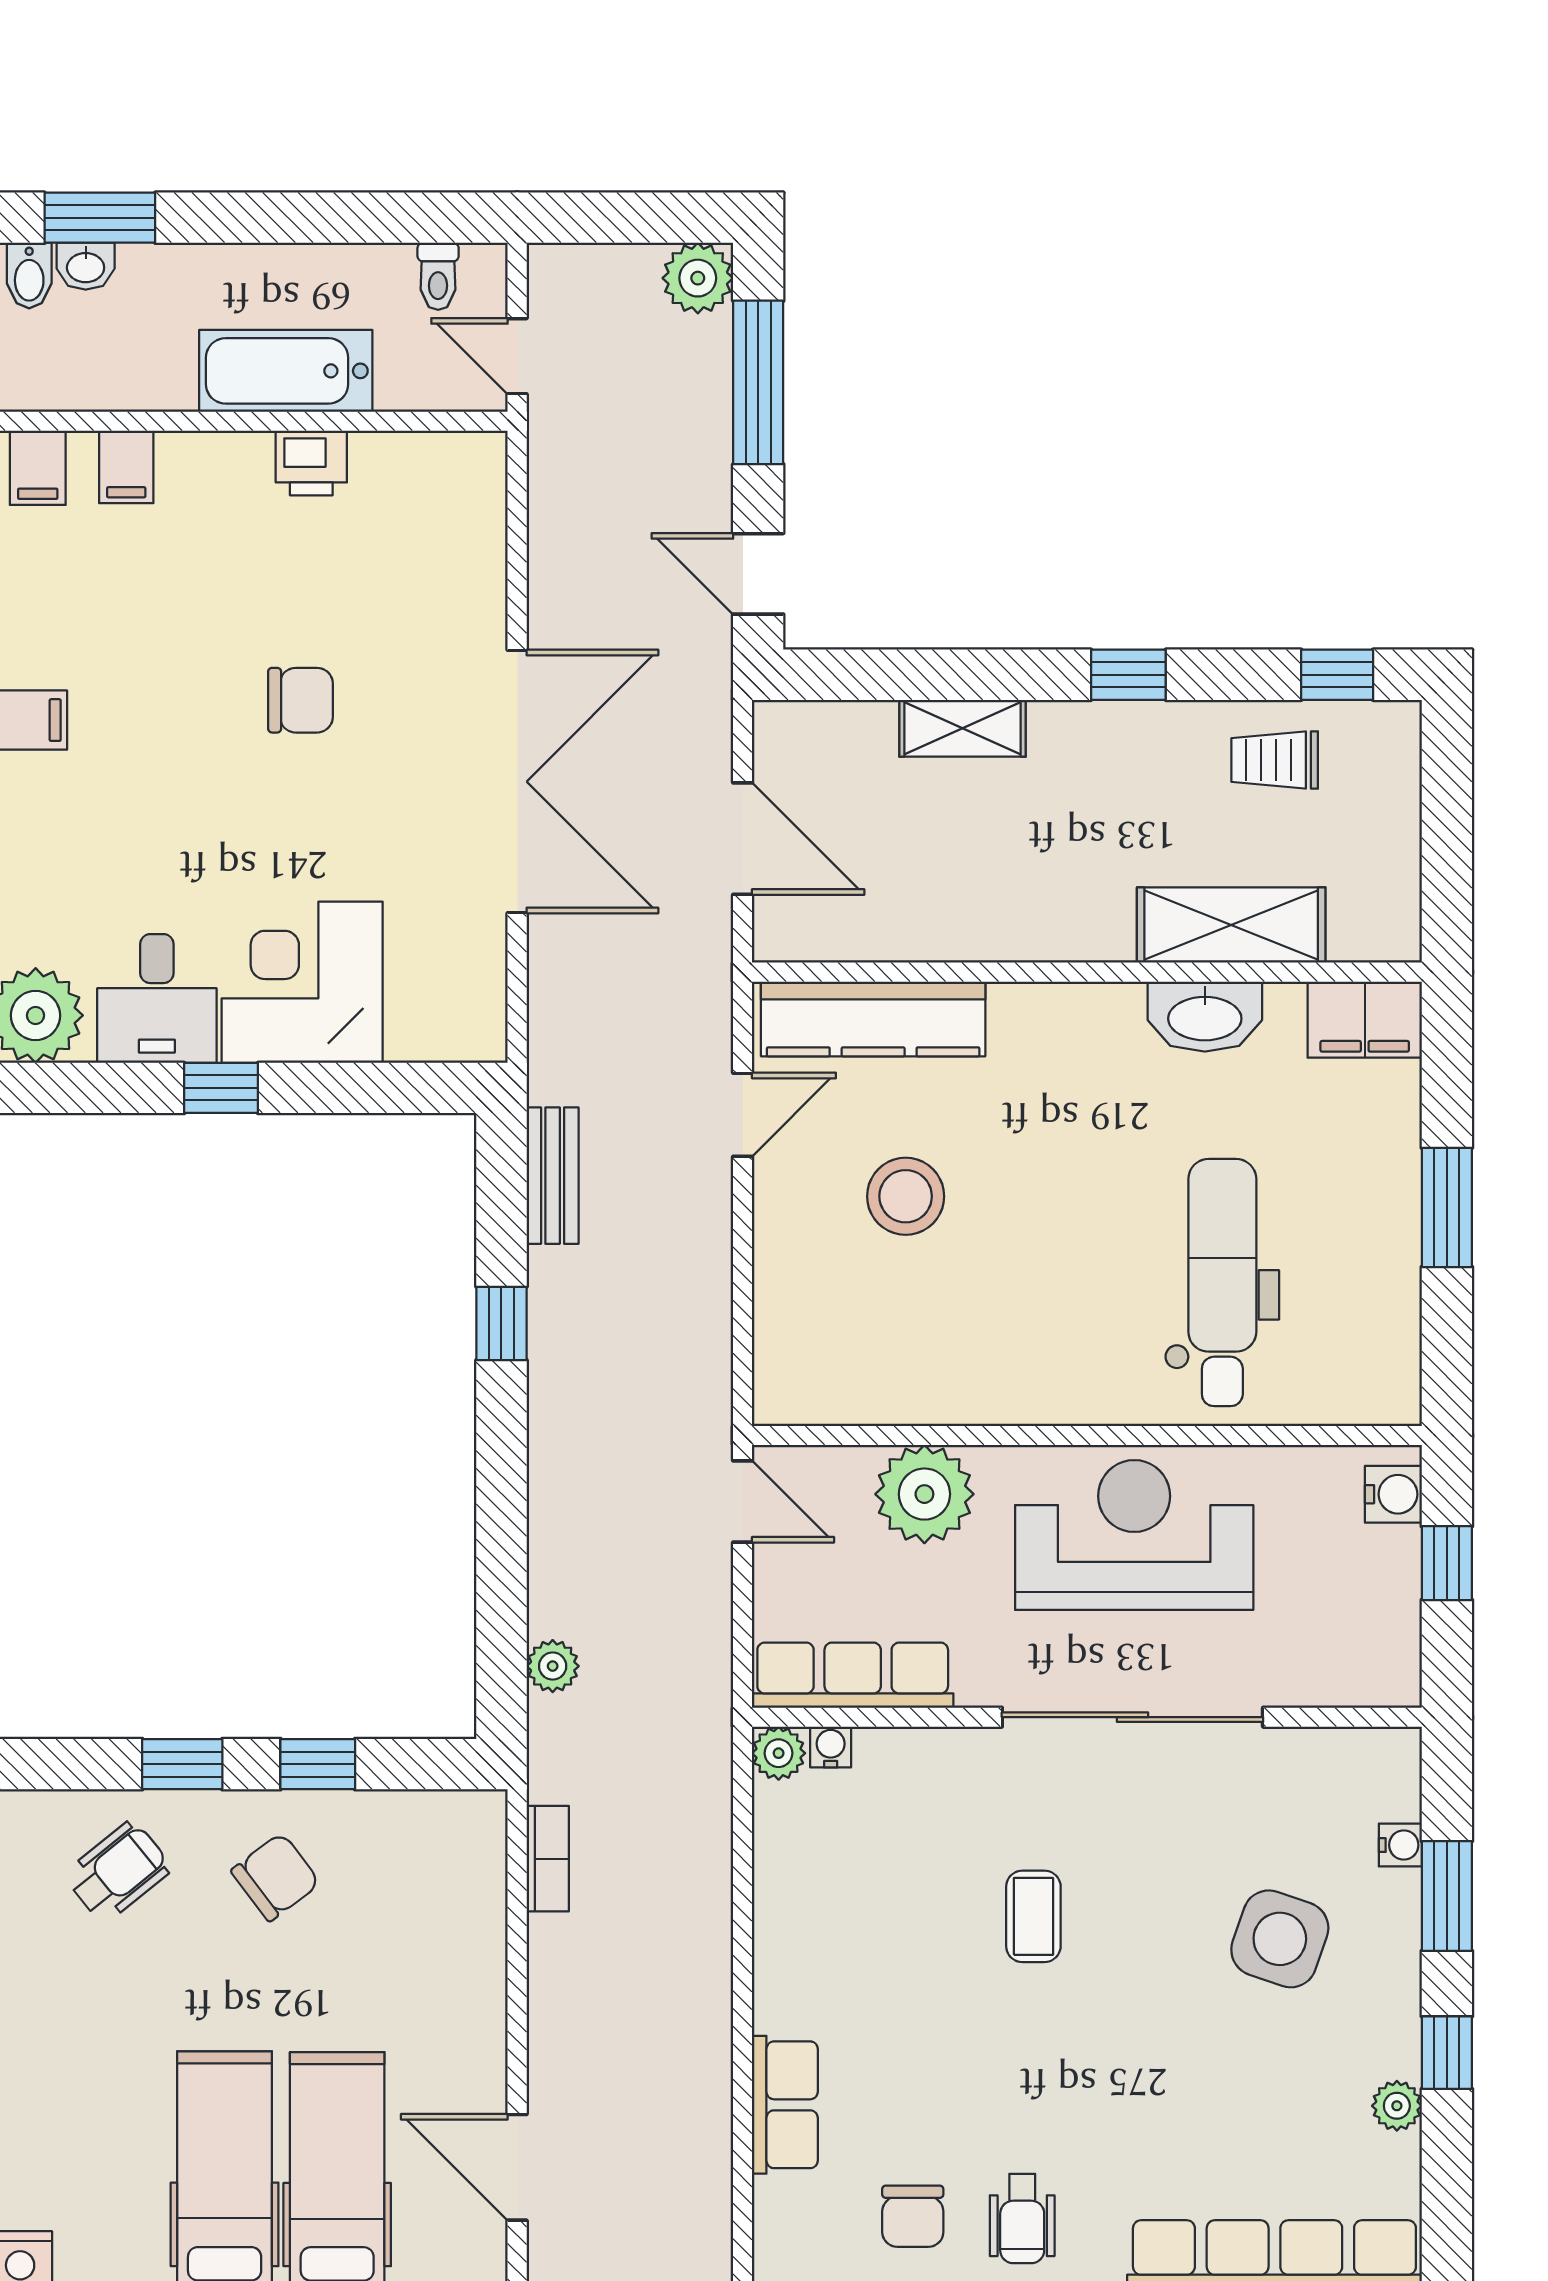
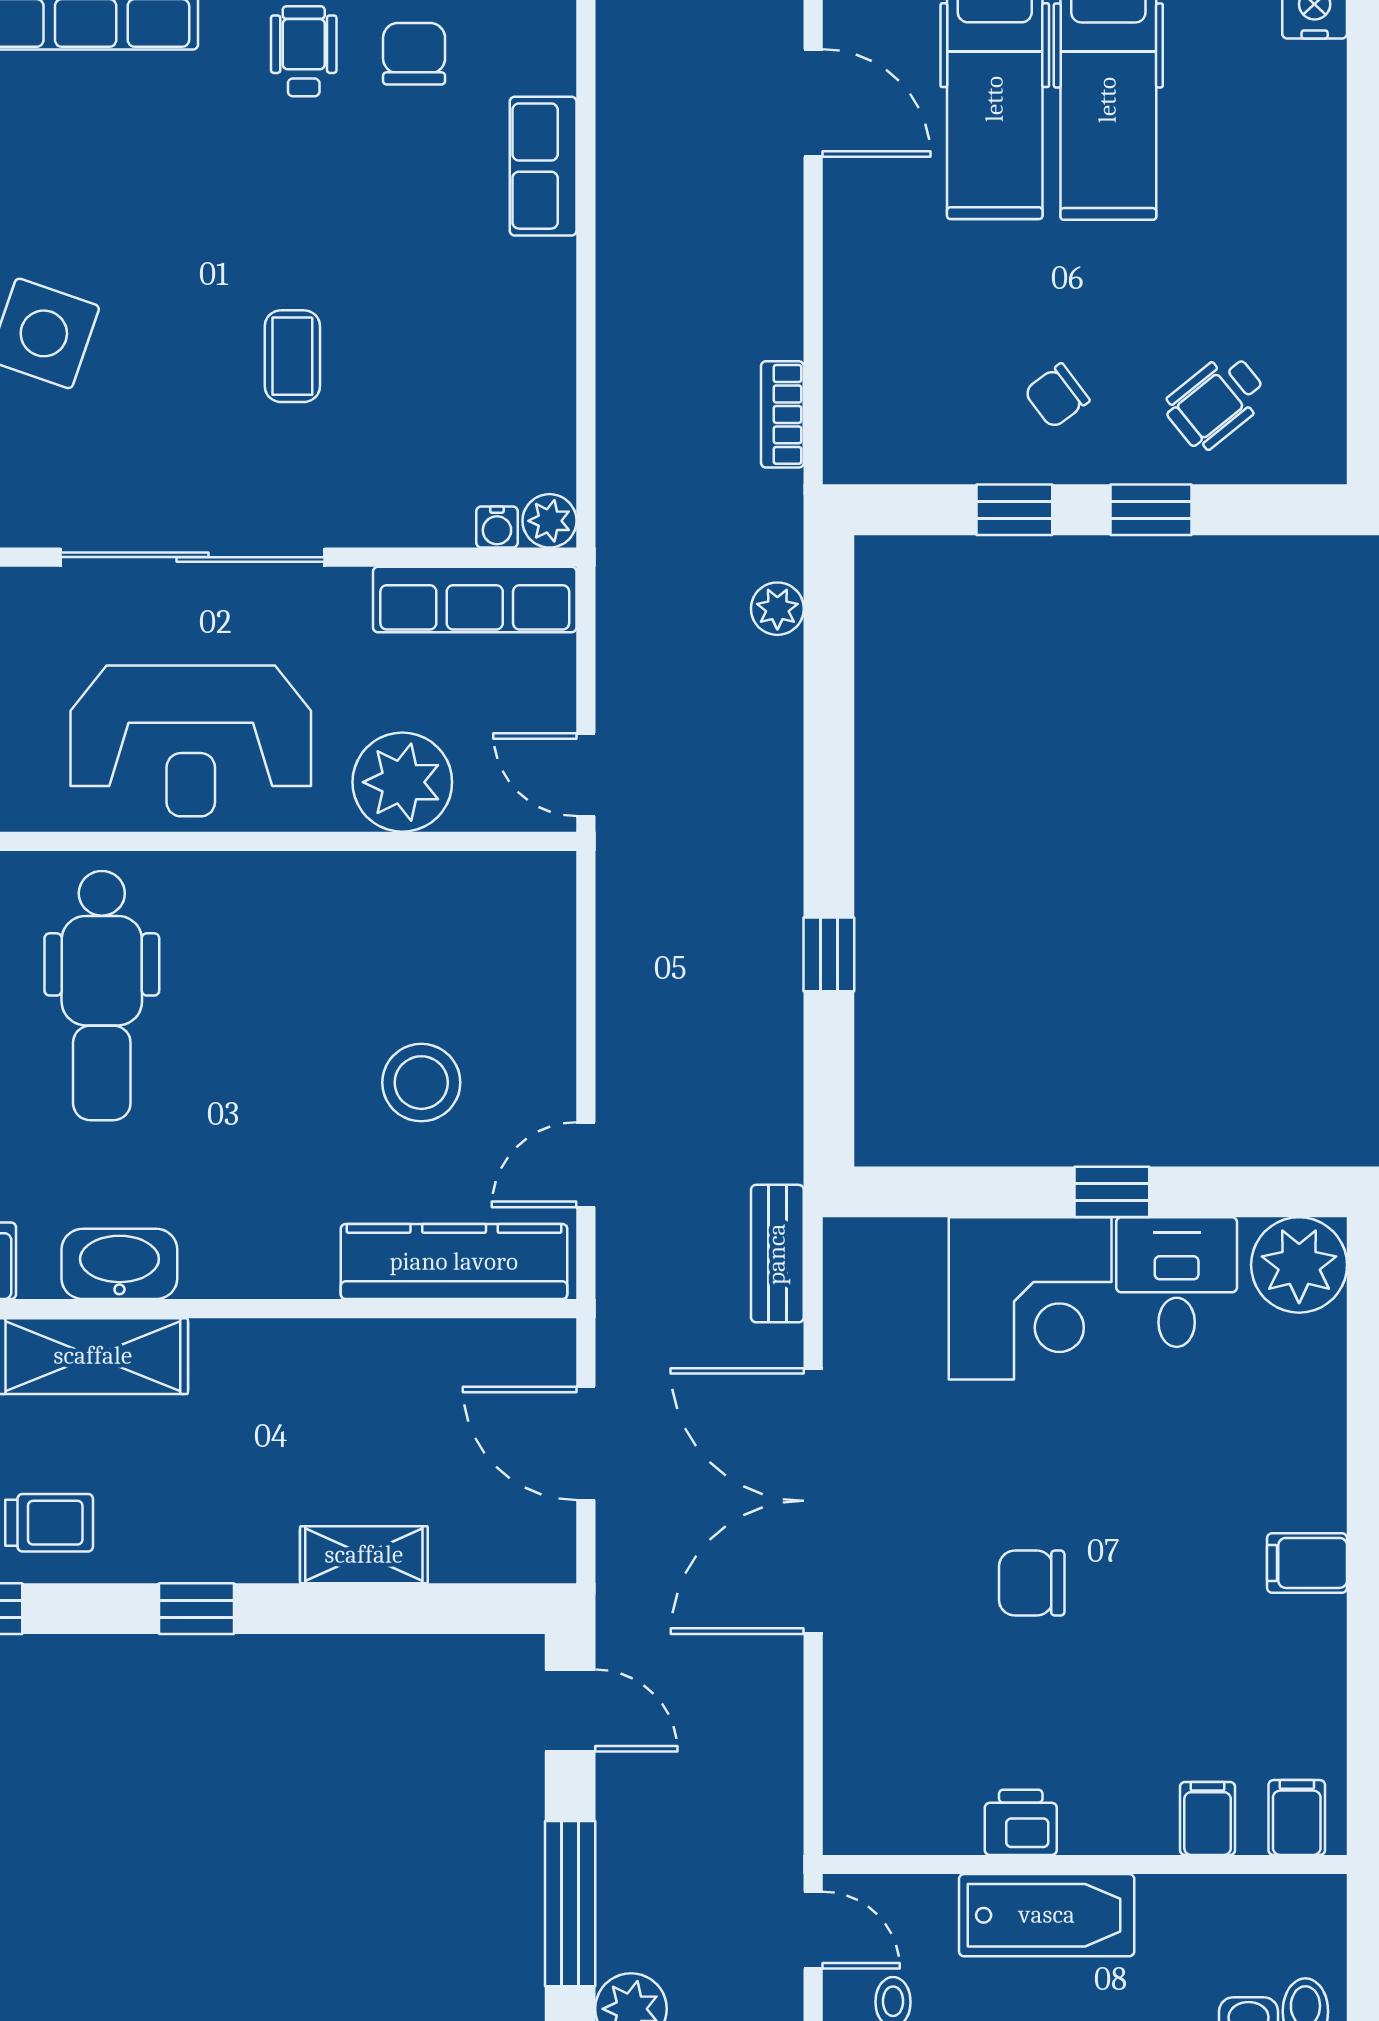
bench: (553, 1176) -> (777, 1254), moved
chair: (276, 1877) -> (1057, 396), width x0.73, depth x0.73

